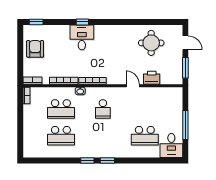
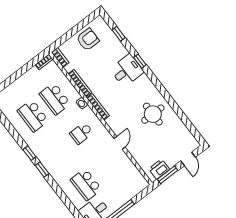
window: (36, 22) -> (119, 34), moved
round table: (151, 43) -> (153, 114), moved
printer: (152, 78) -> (159, 169), moved, turned -90

